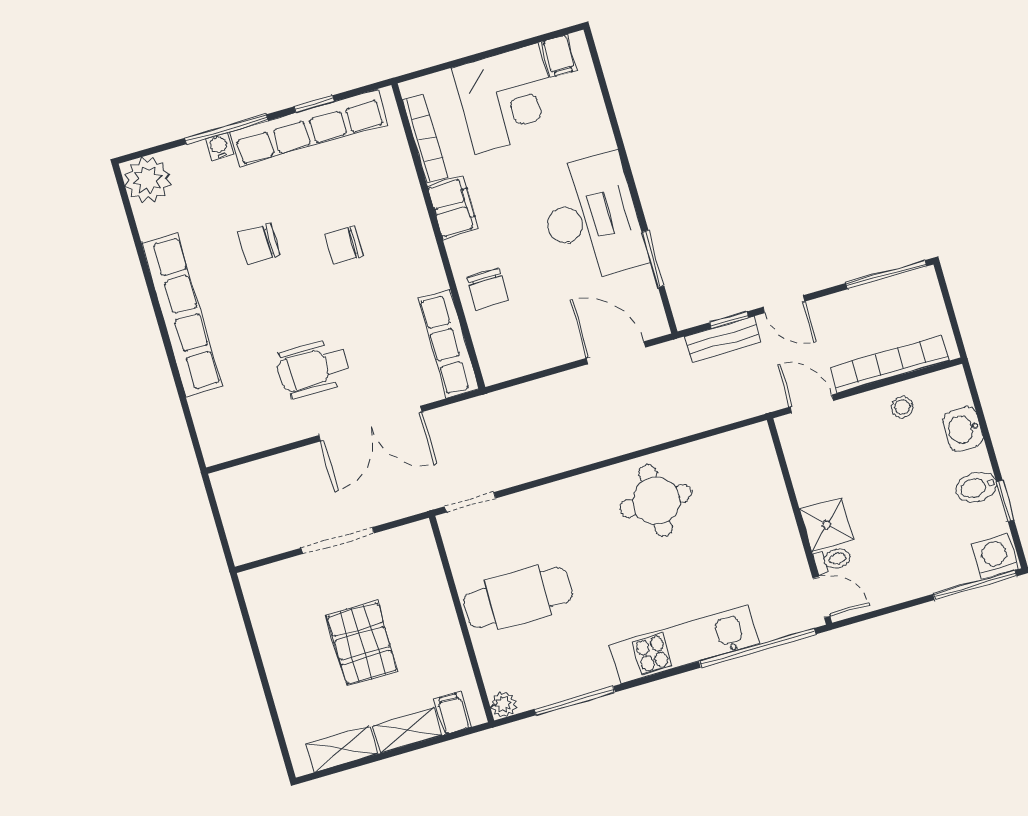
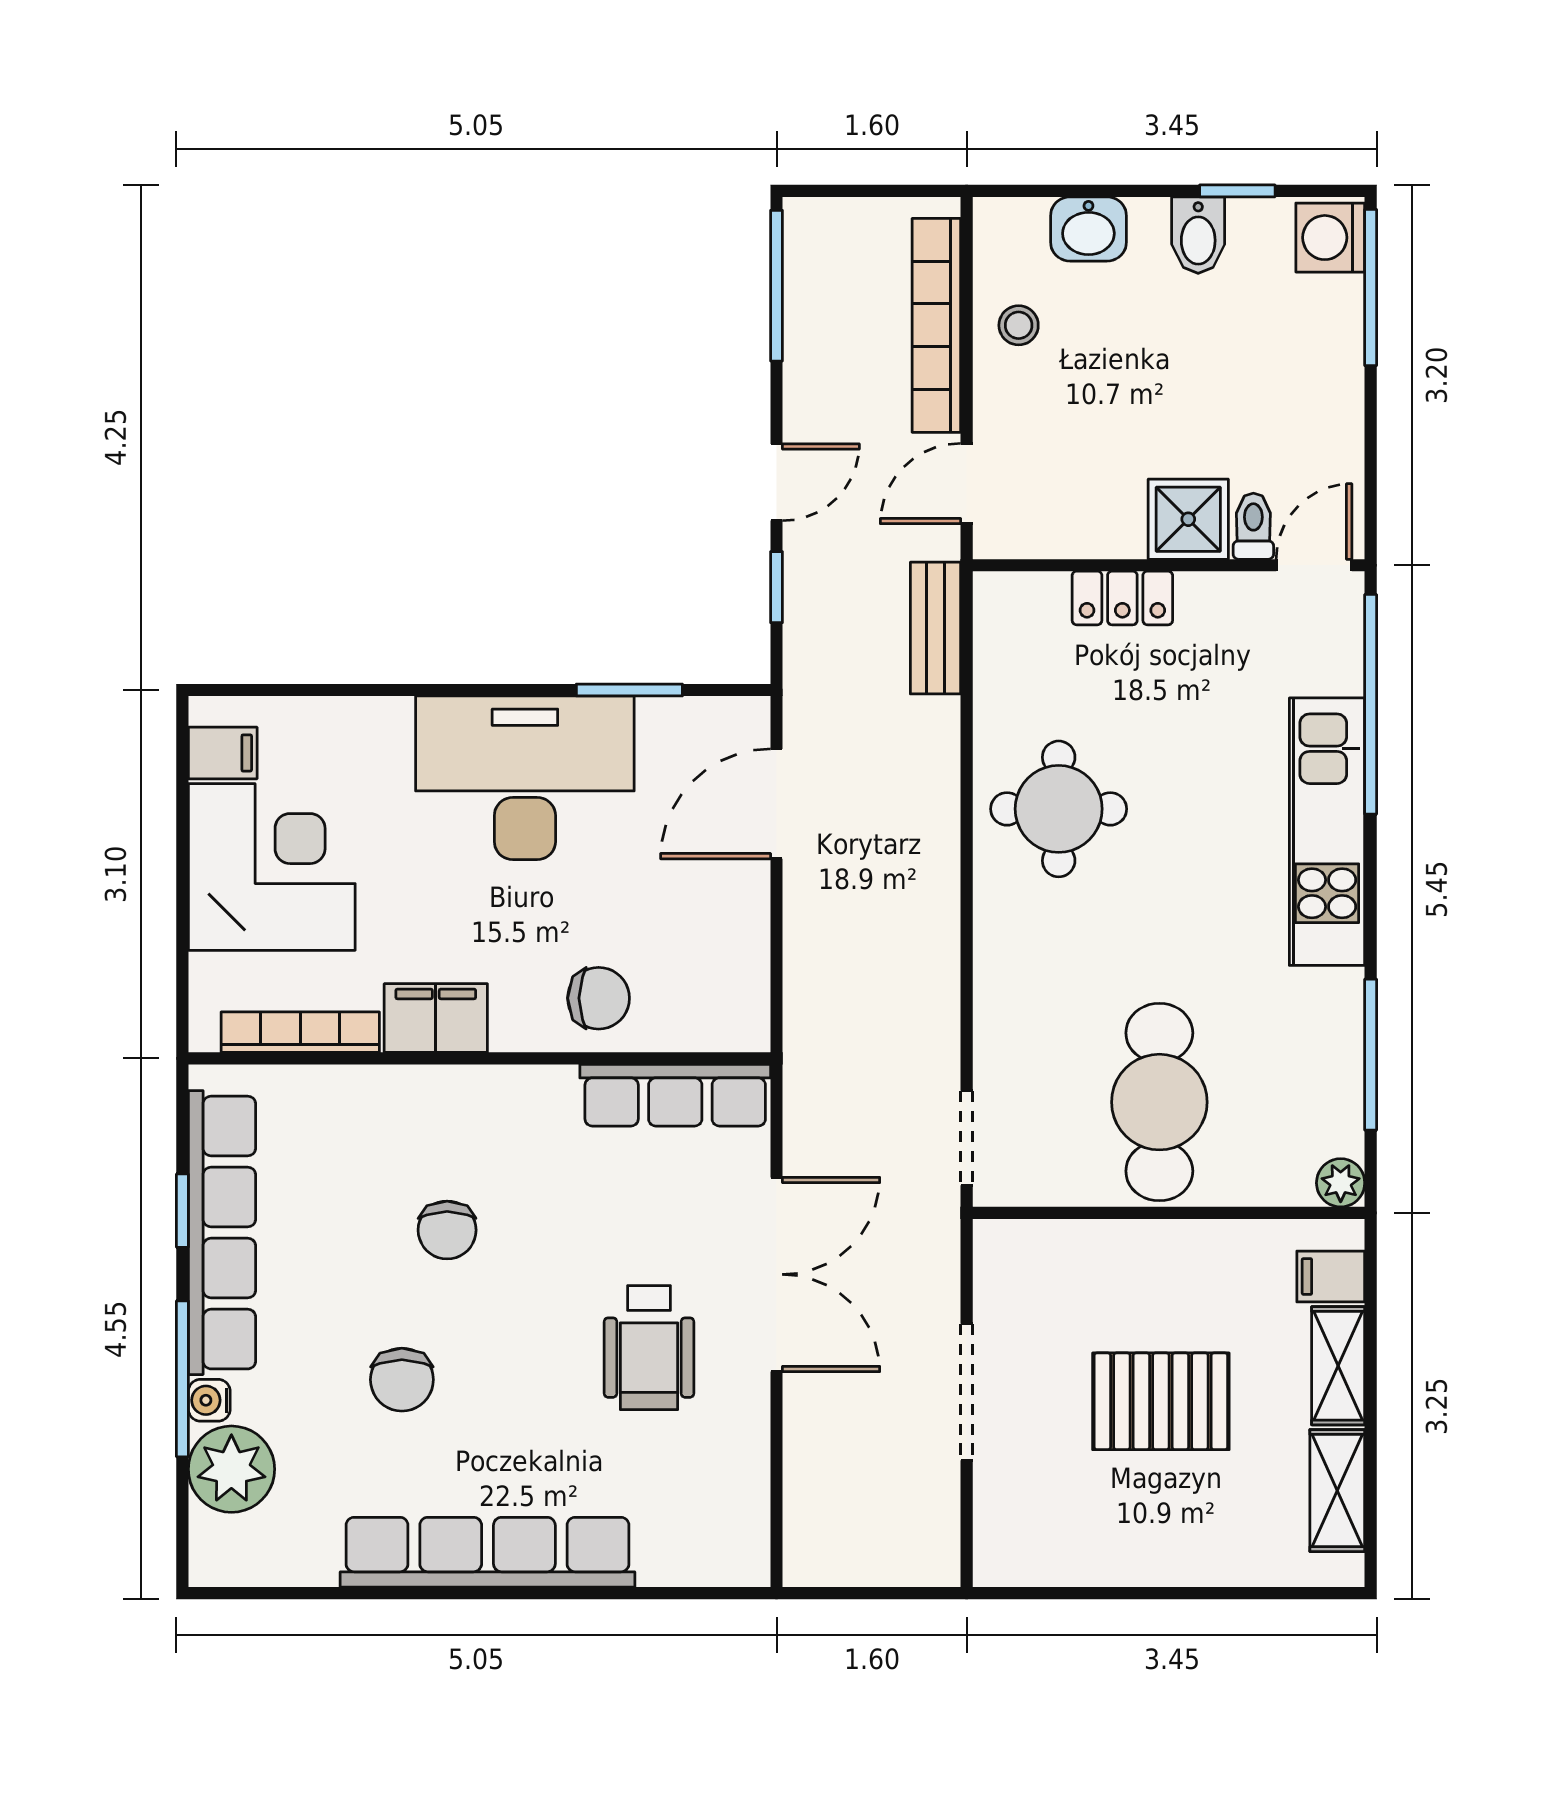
plant: (147, 180) -> (231, 1469), moved
bench: (723, 339) -> (936, 628), moved
locker: (775, 502) -> (1122, 598), added

